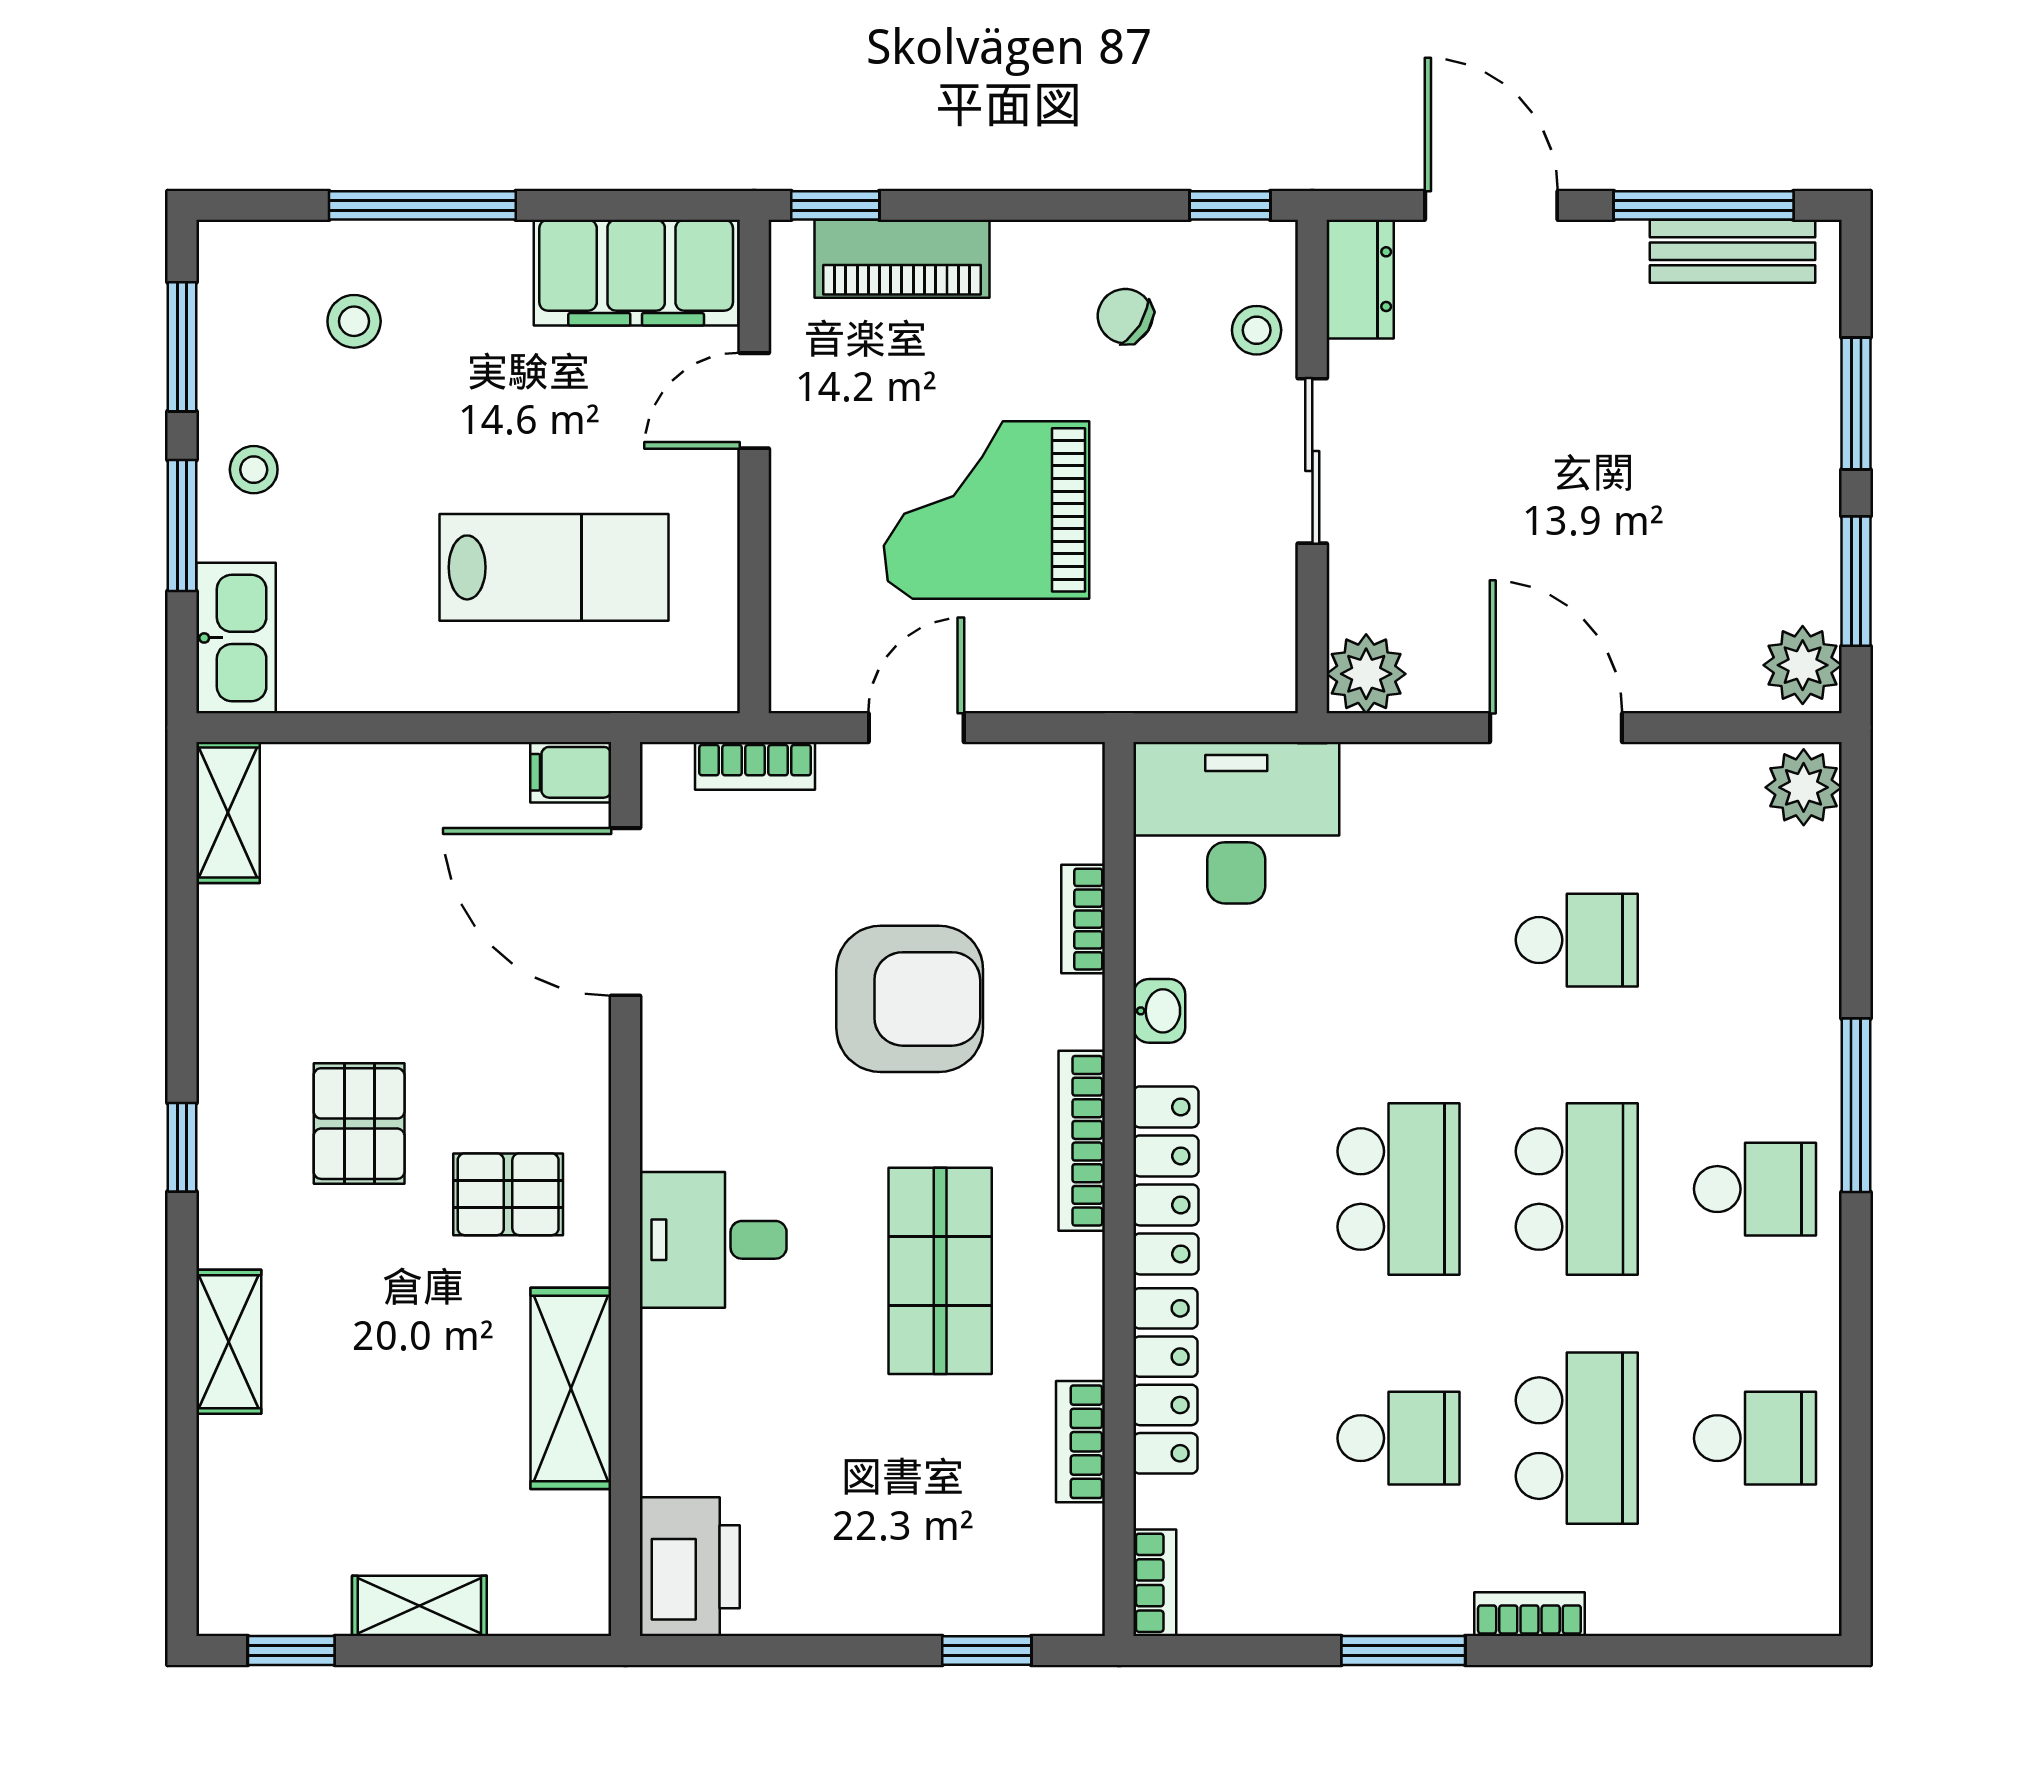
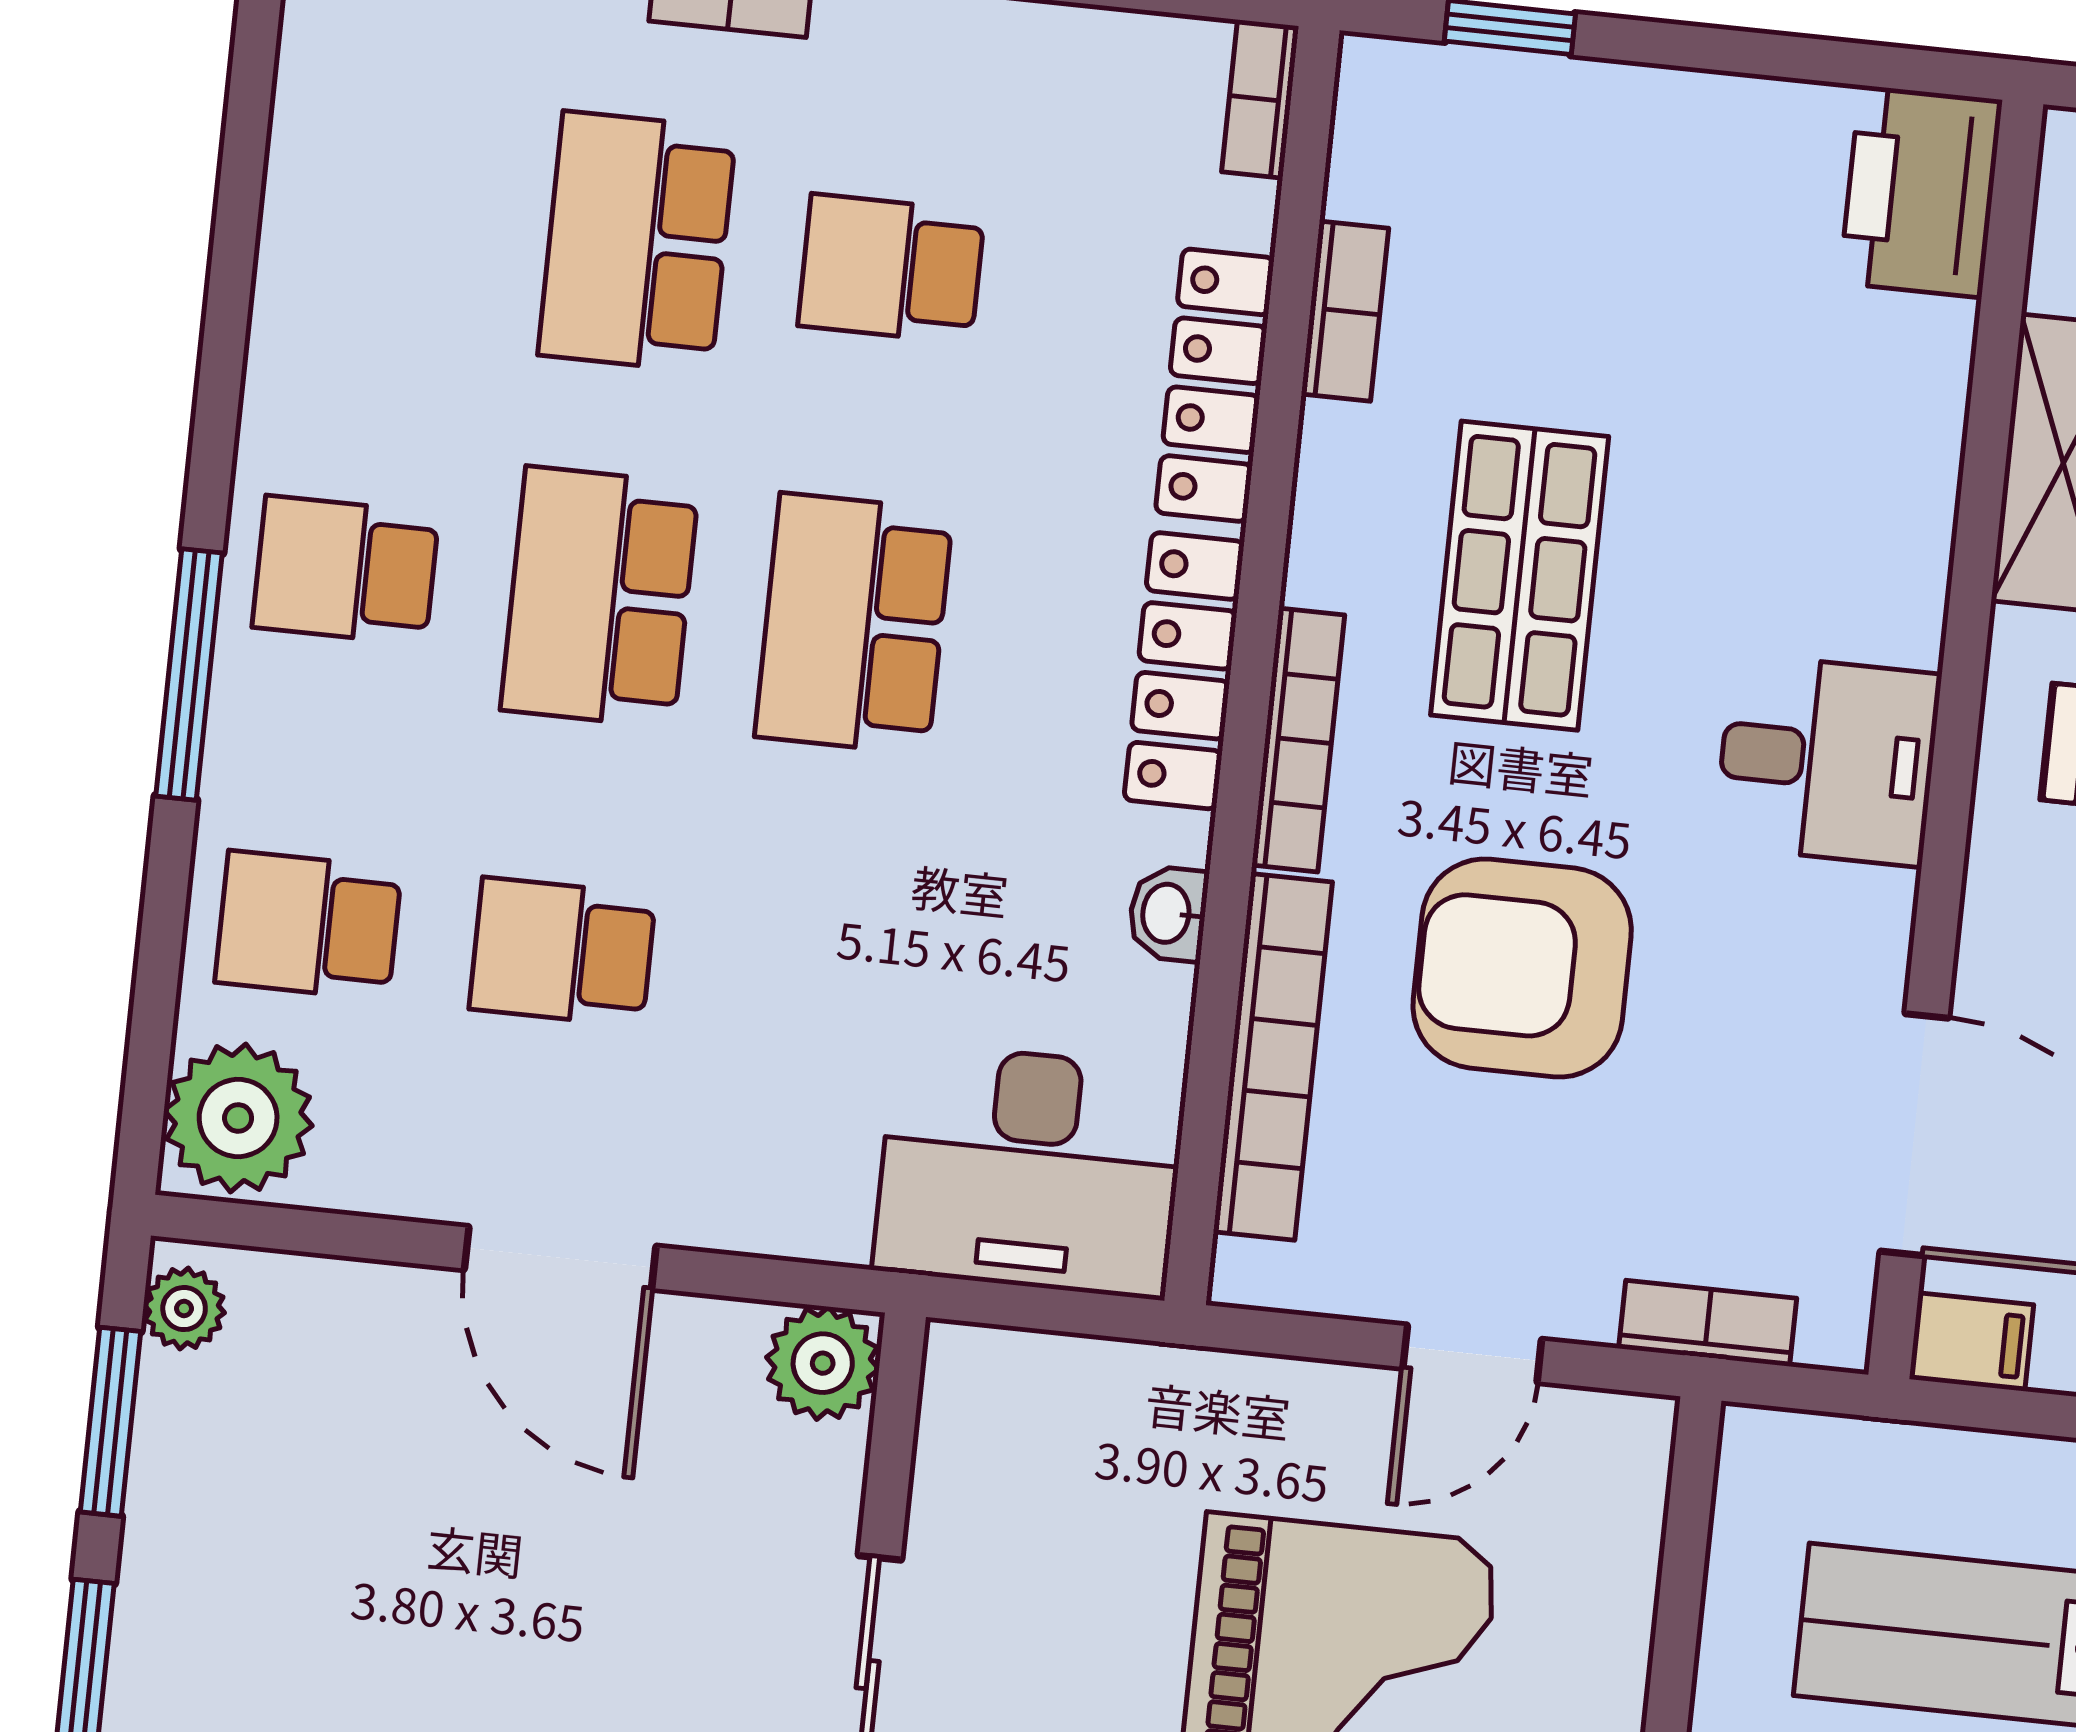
plant: (1803, 665) -> (184, 1309), width x0.73, depth x0.73
plant: (1804, 787) -> (238, 1118), width x1.36, depth x1.36
bookcase: (1083, 919) -> (1273, 1057), width x2.31, depth x1.31
desk: (713, 1240) -> (1827, 760), moved
school desk: (1755, 1438) -> (308, 925), moved

